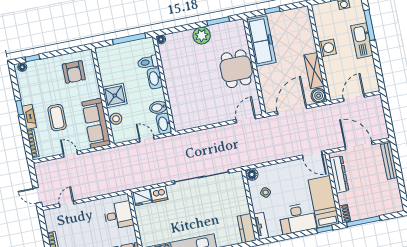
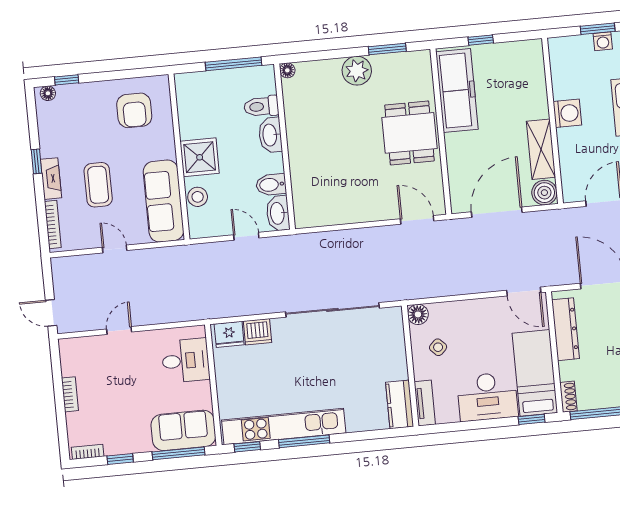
door: (246, 119) -> (417, 220), hinge flipped
door: (67, 204) -> (119, 330), moved

